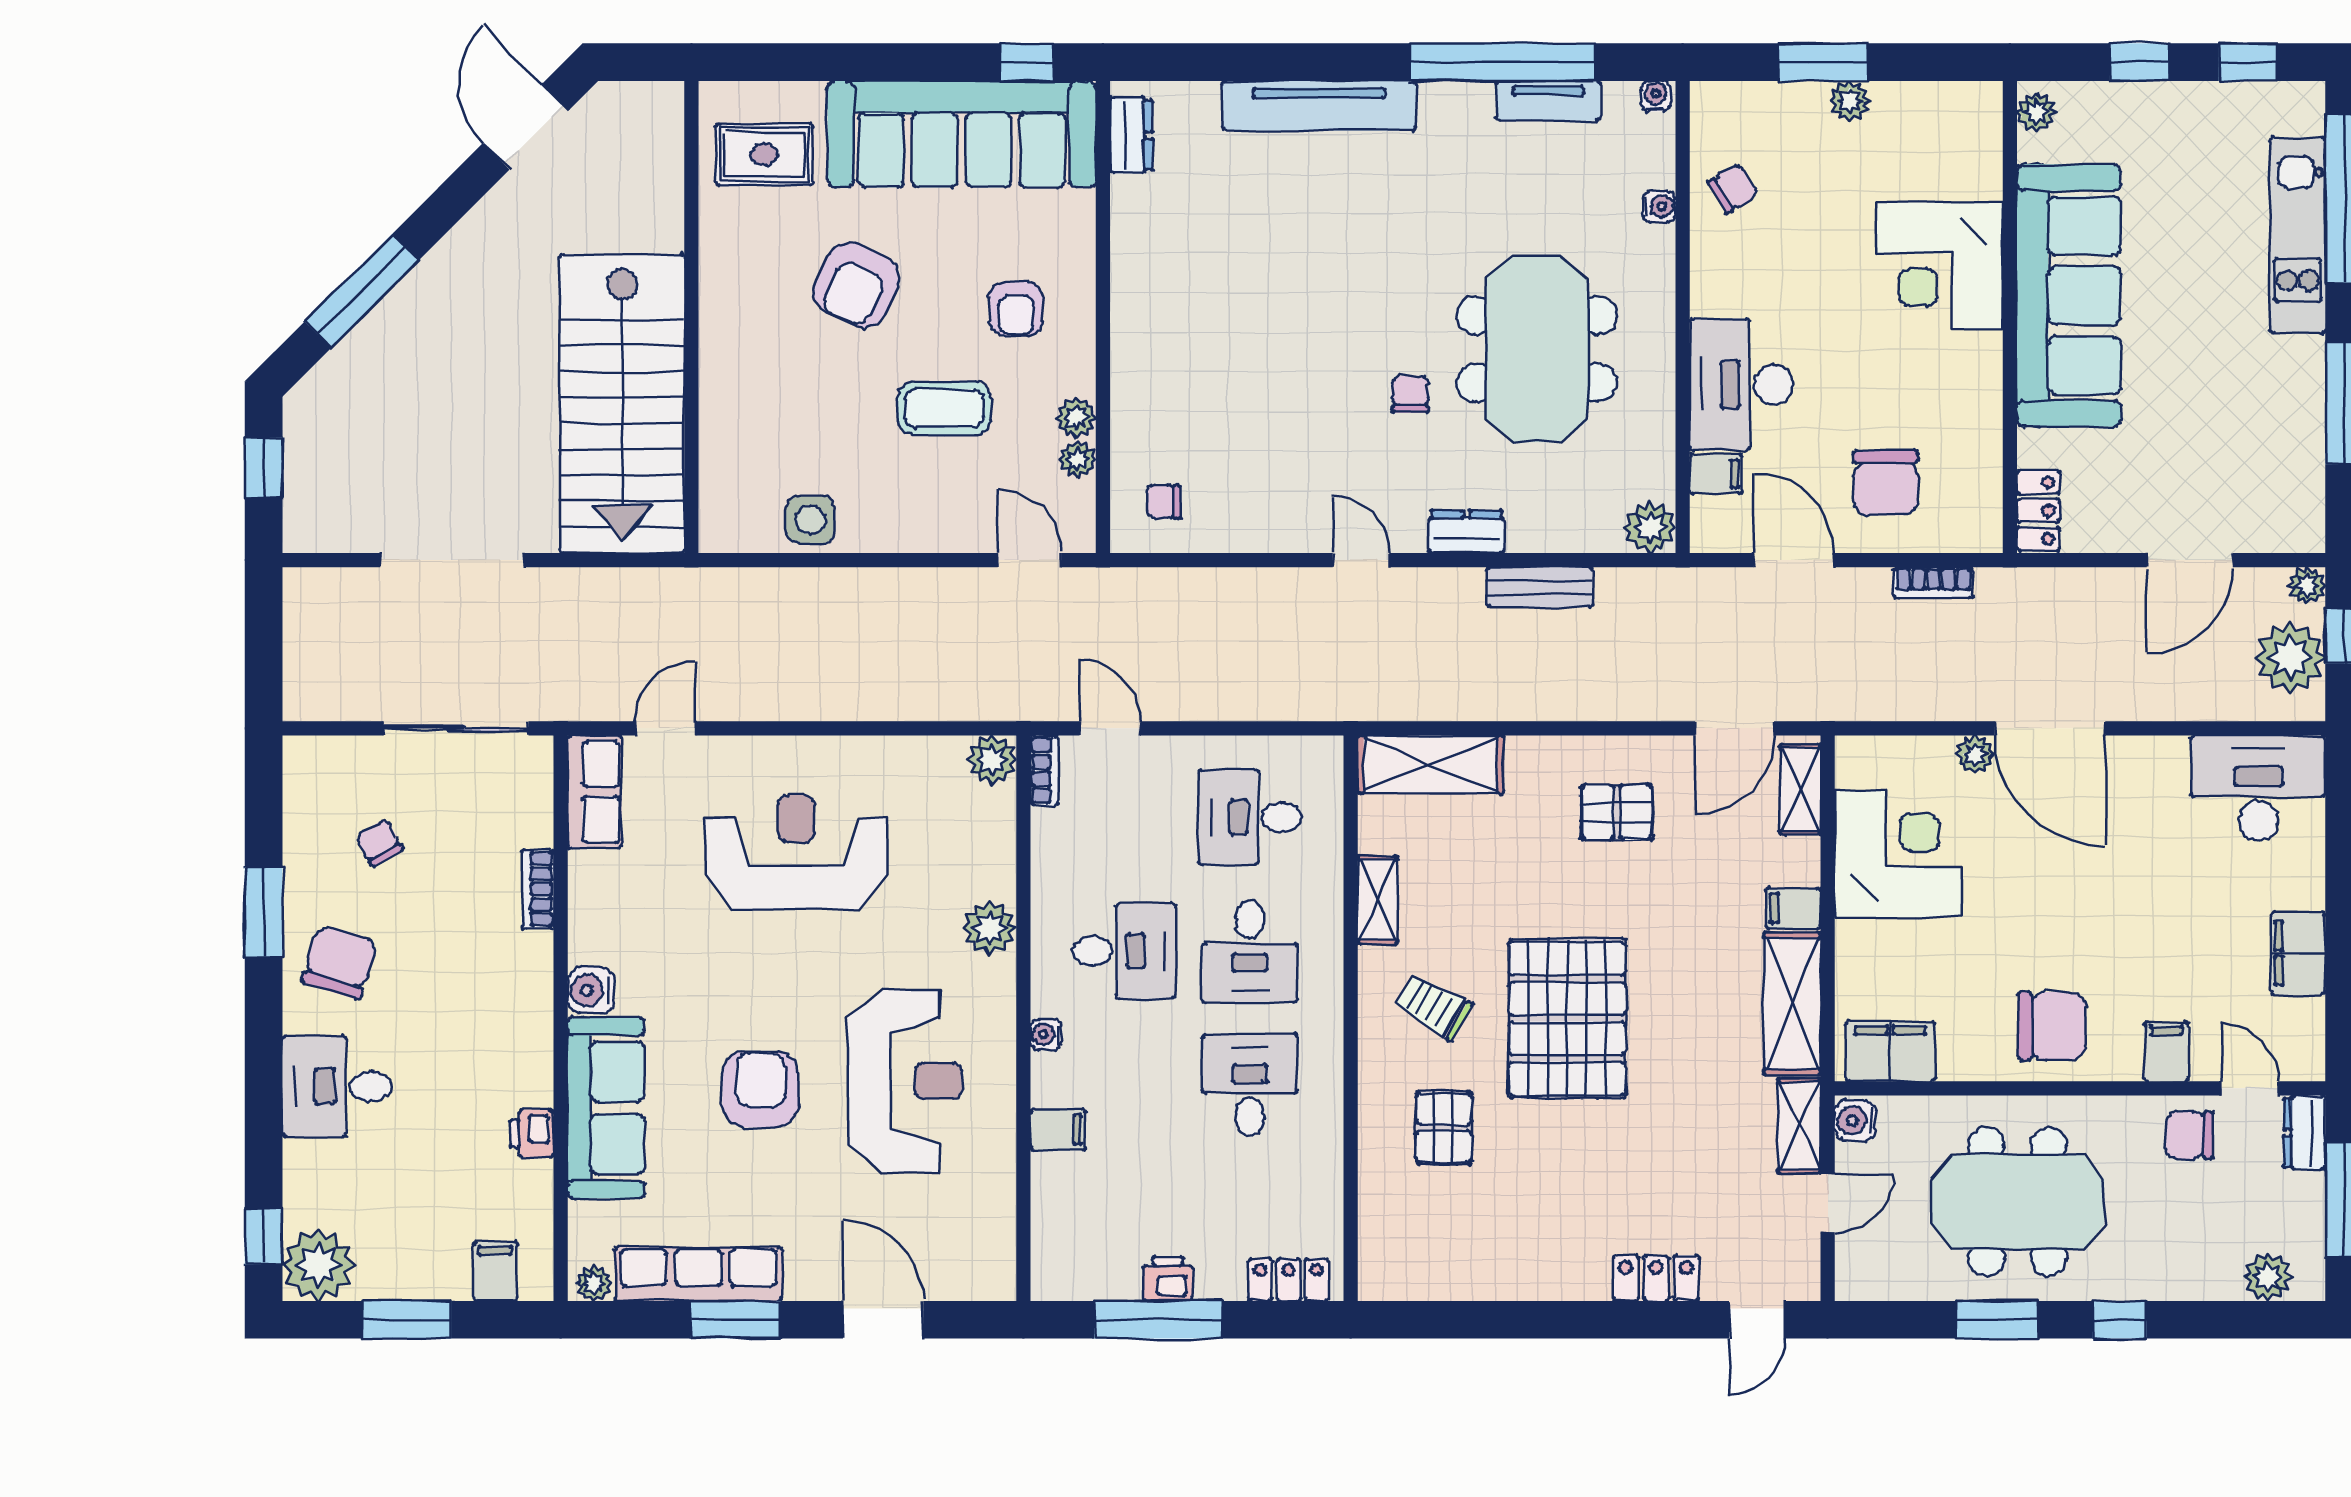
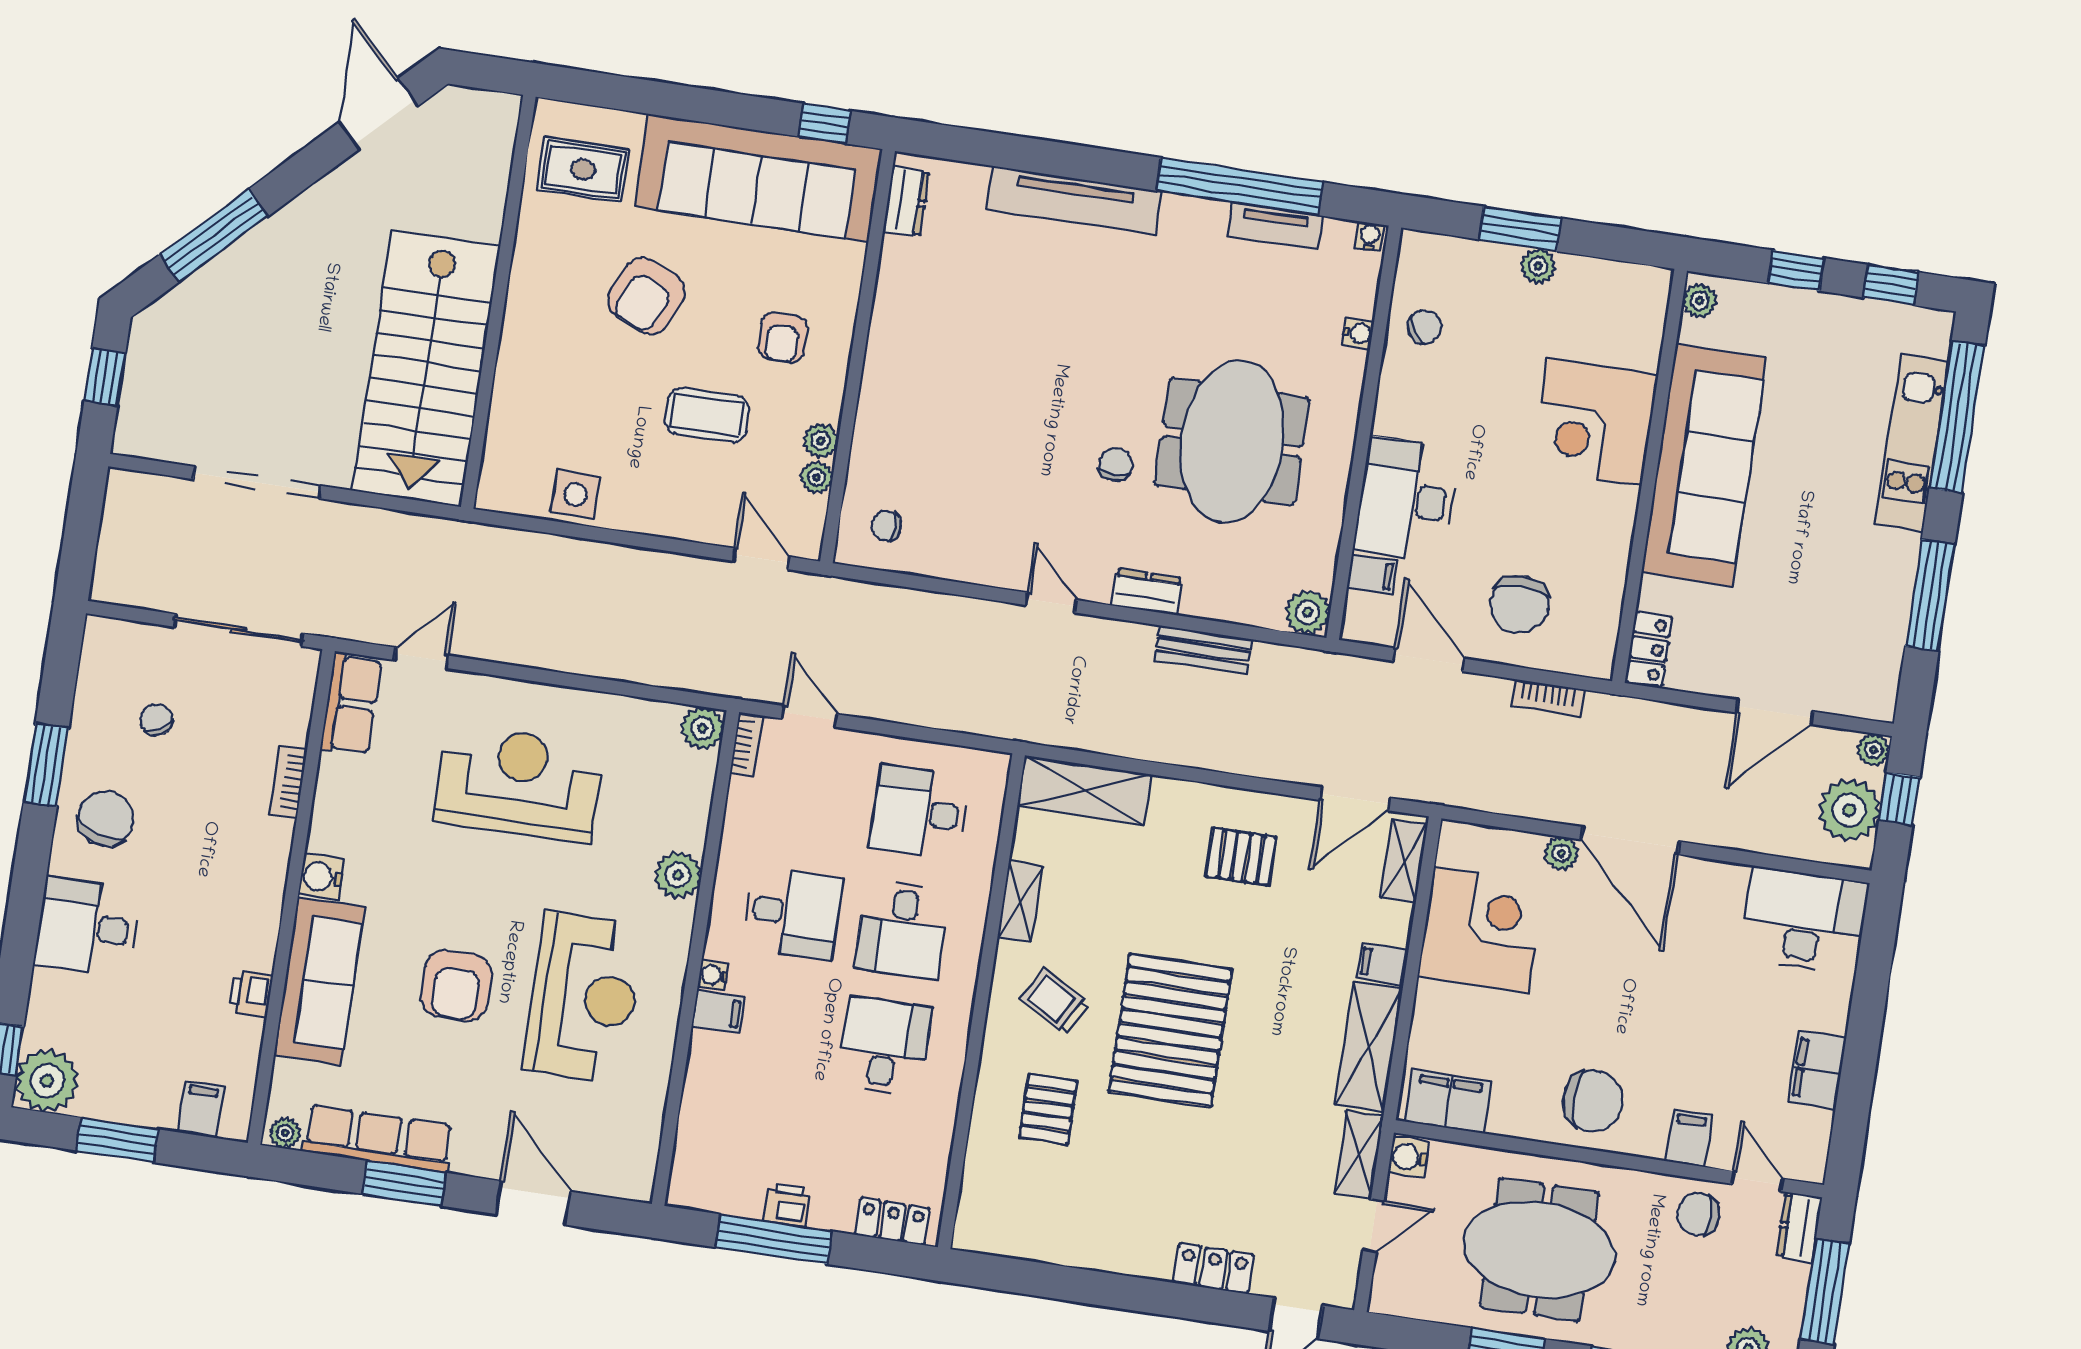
armchair: (761, 1089) -> (457, 985), turned 180
filing cabinet: (1058, 1130) -> (718, 1012), moved

